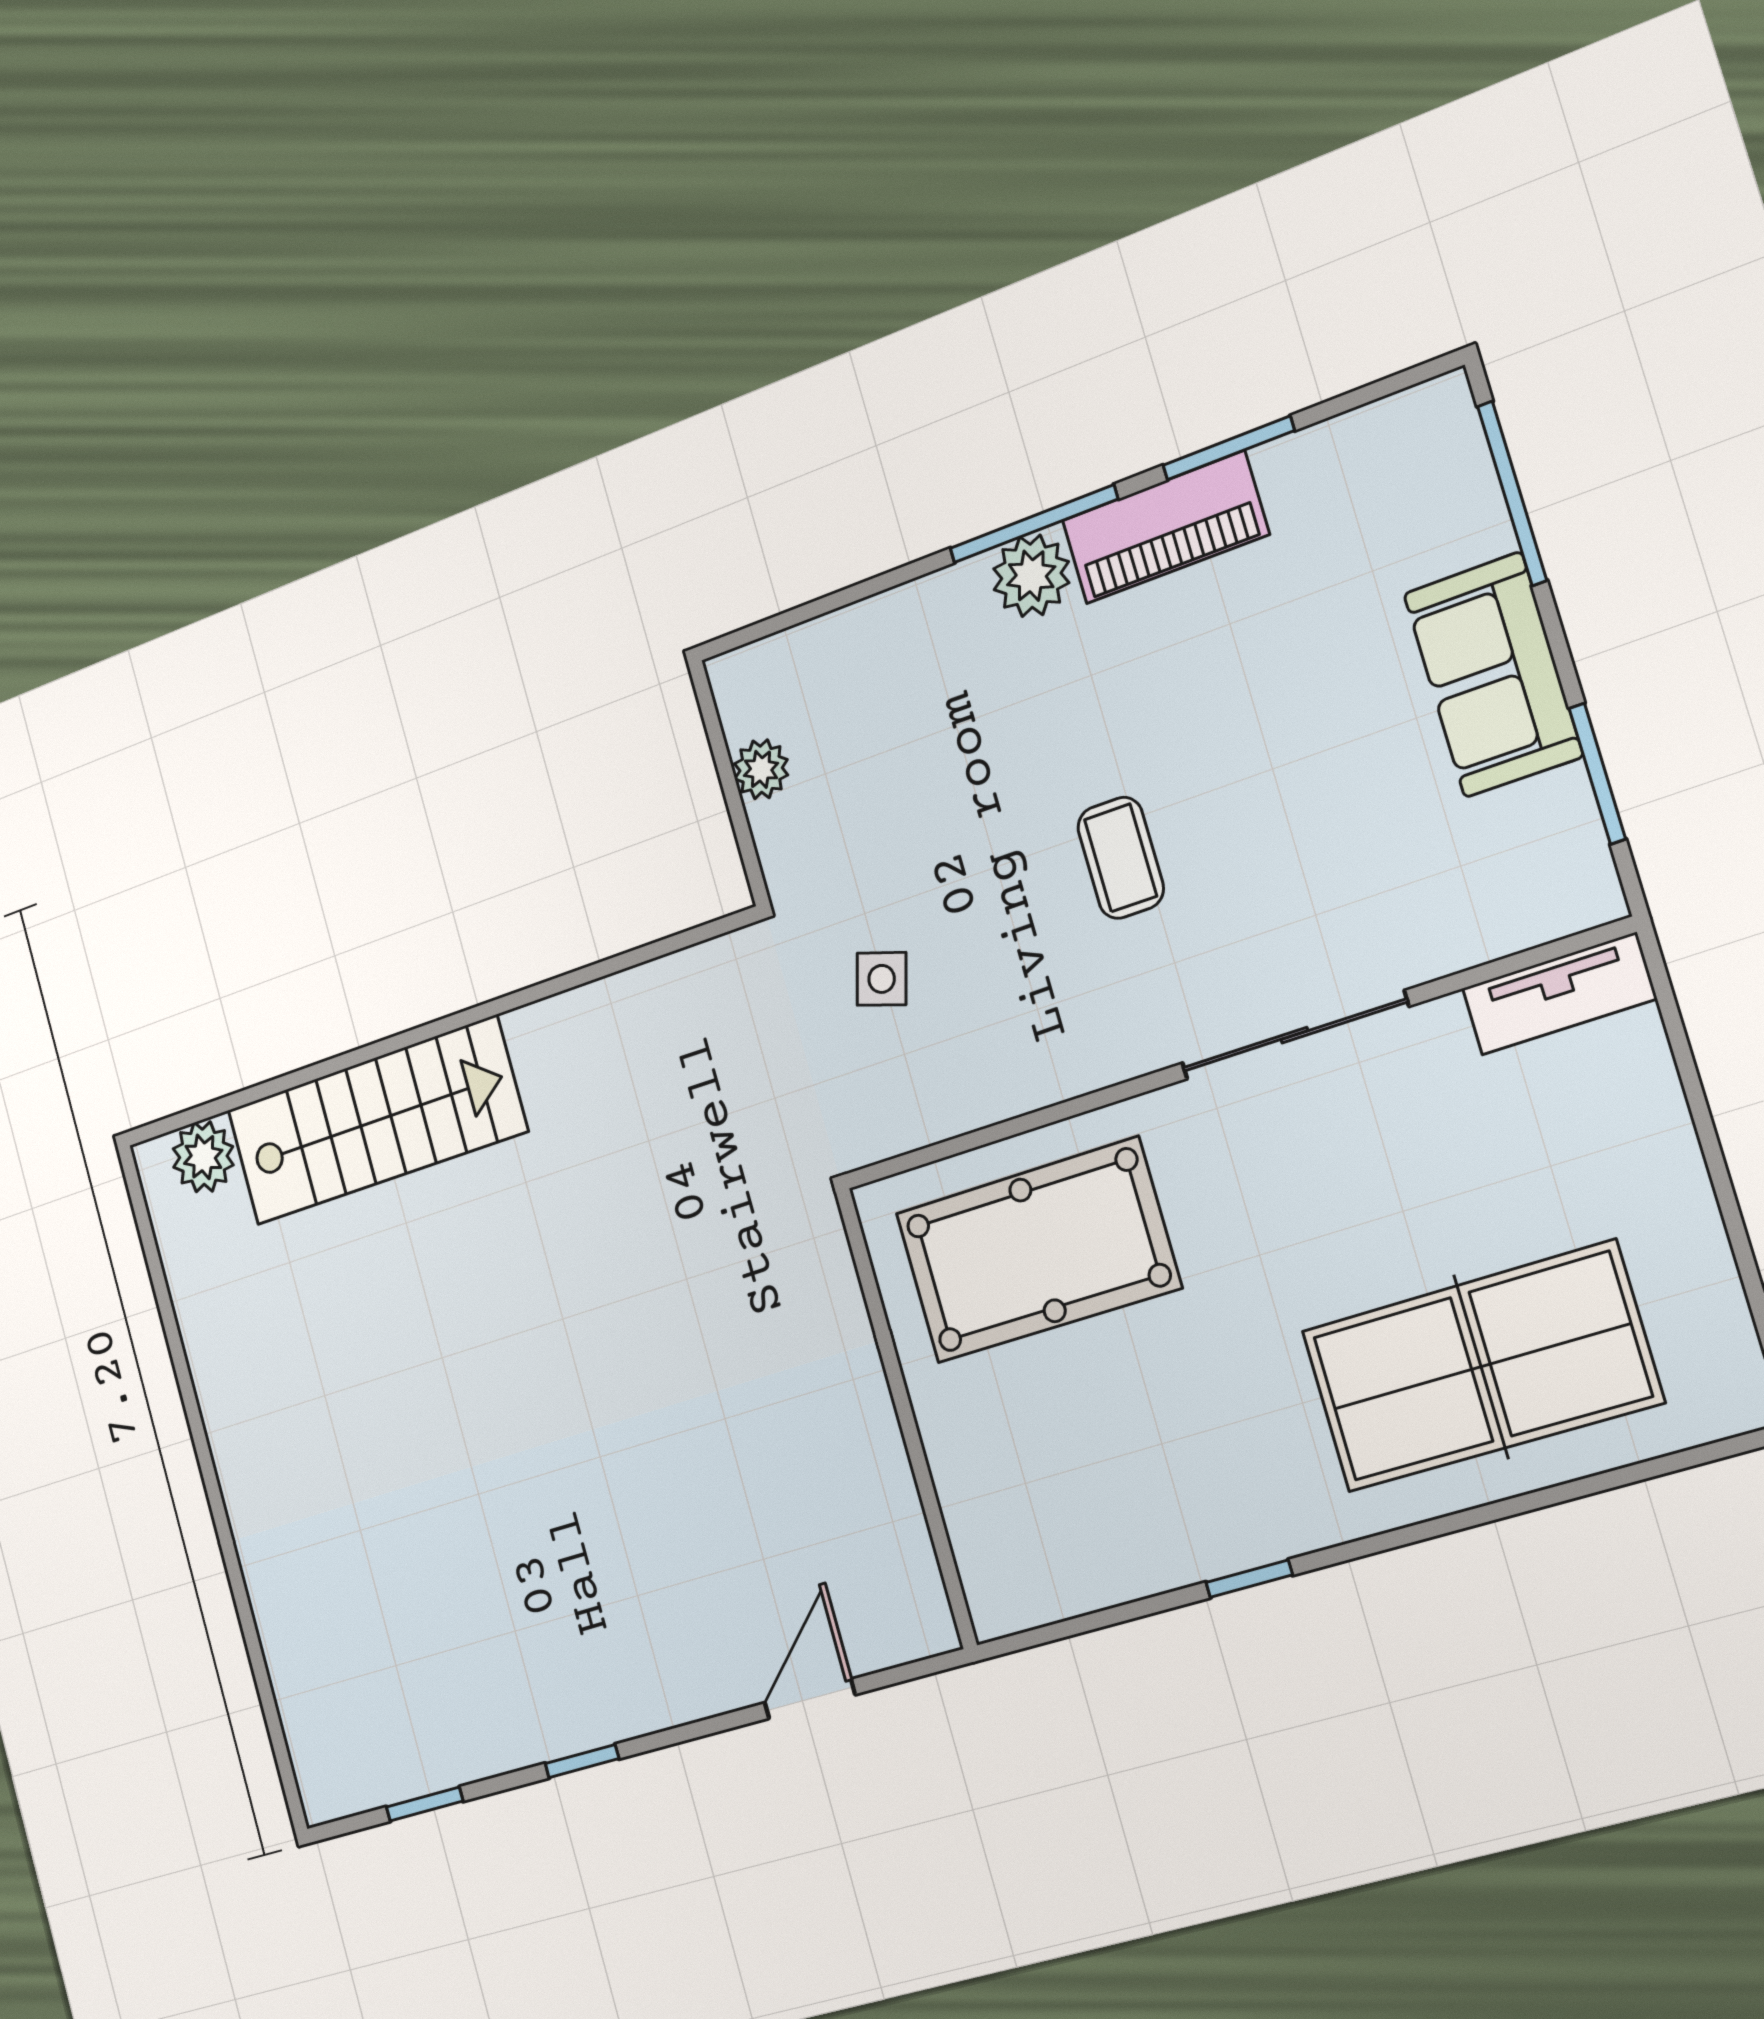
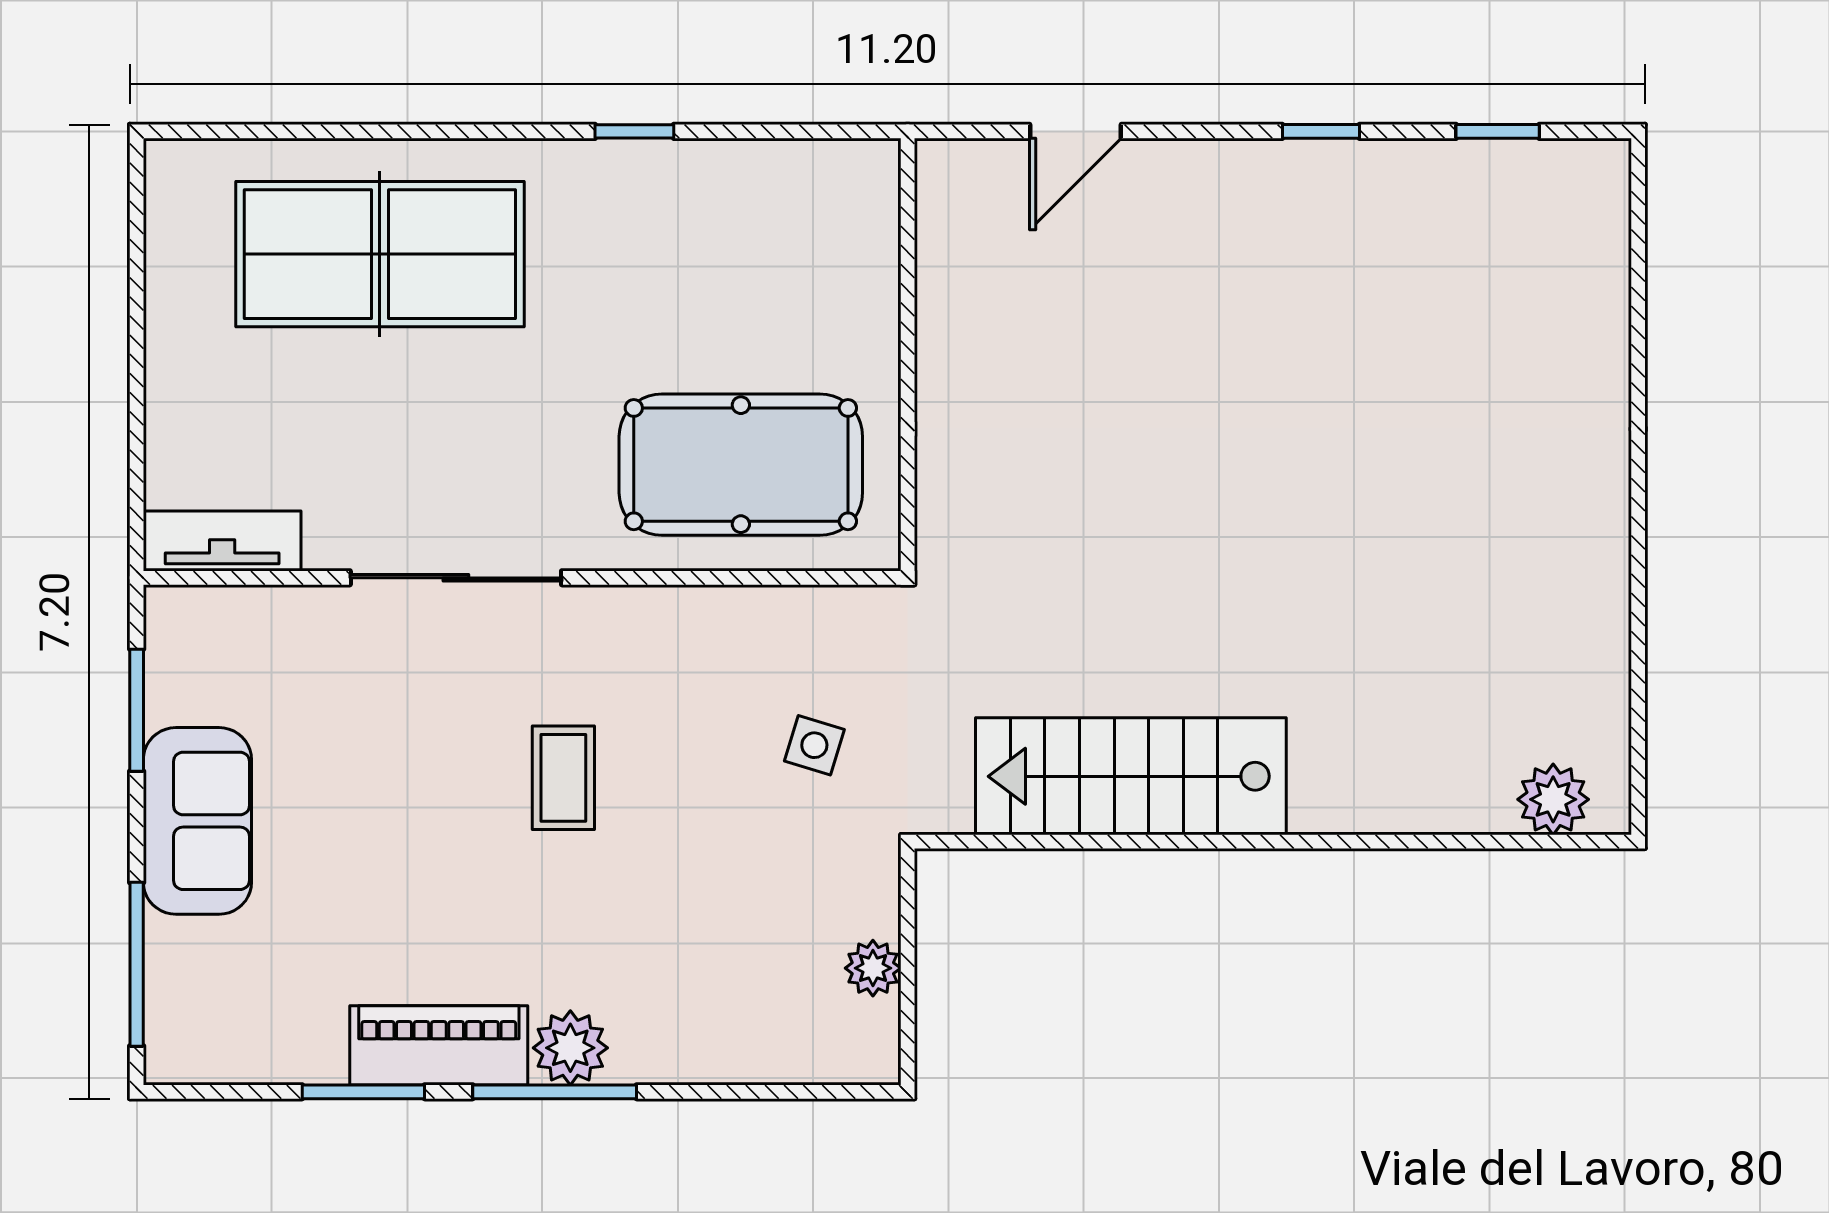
stairs: (376, 1121) -> (1131, 776), moved

